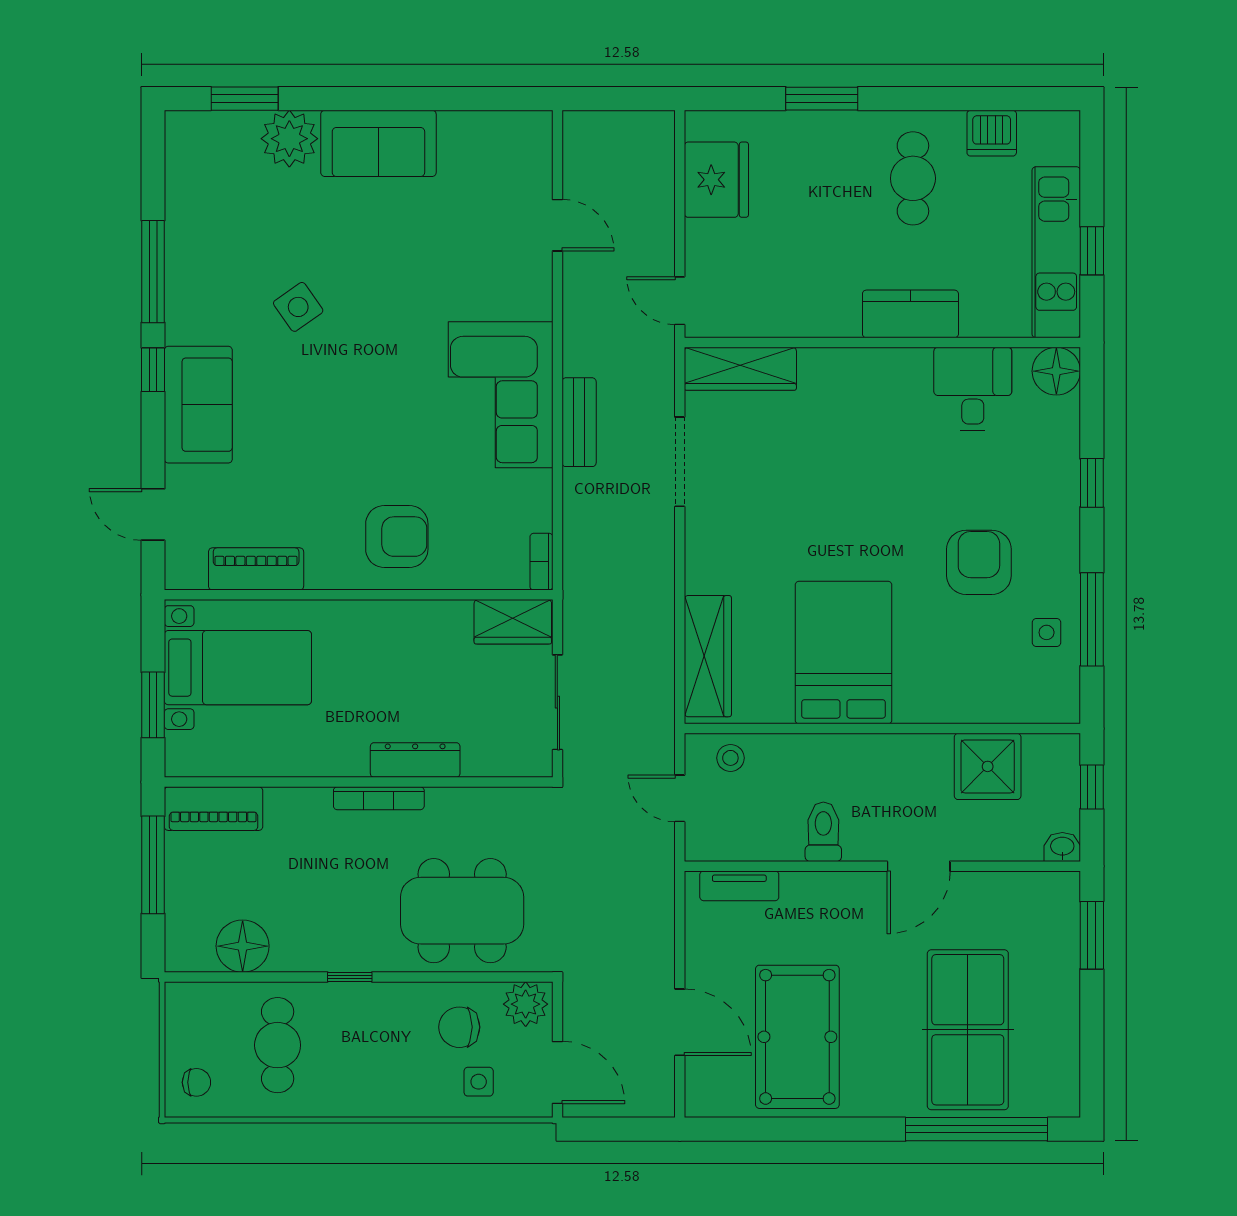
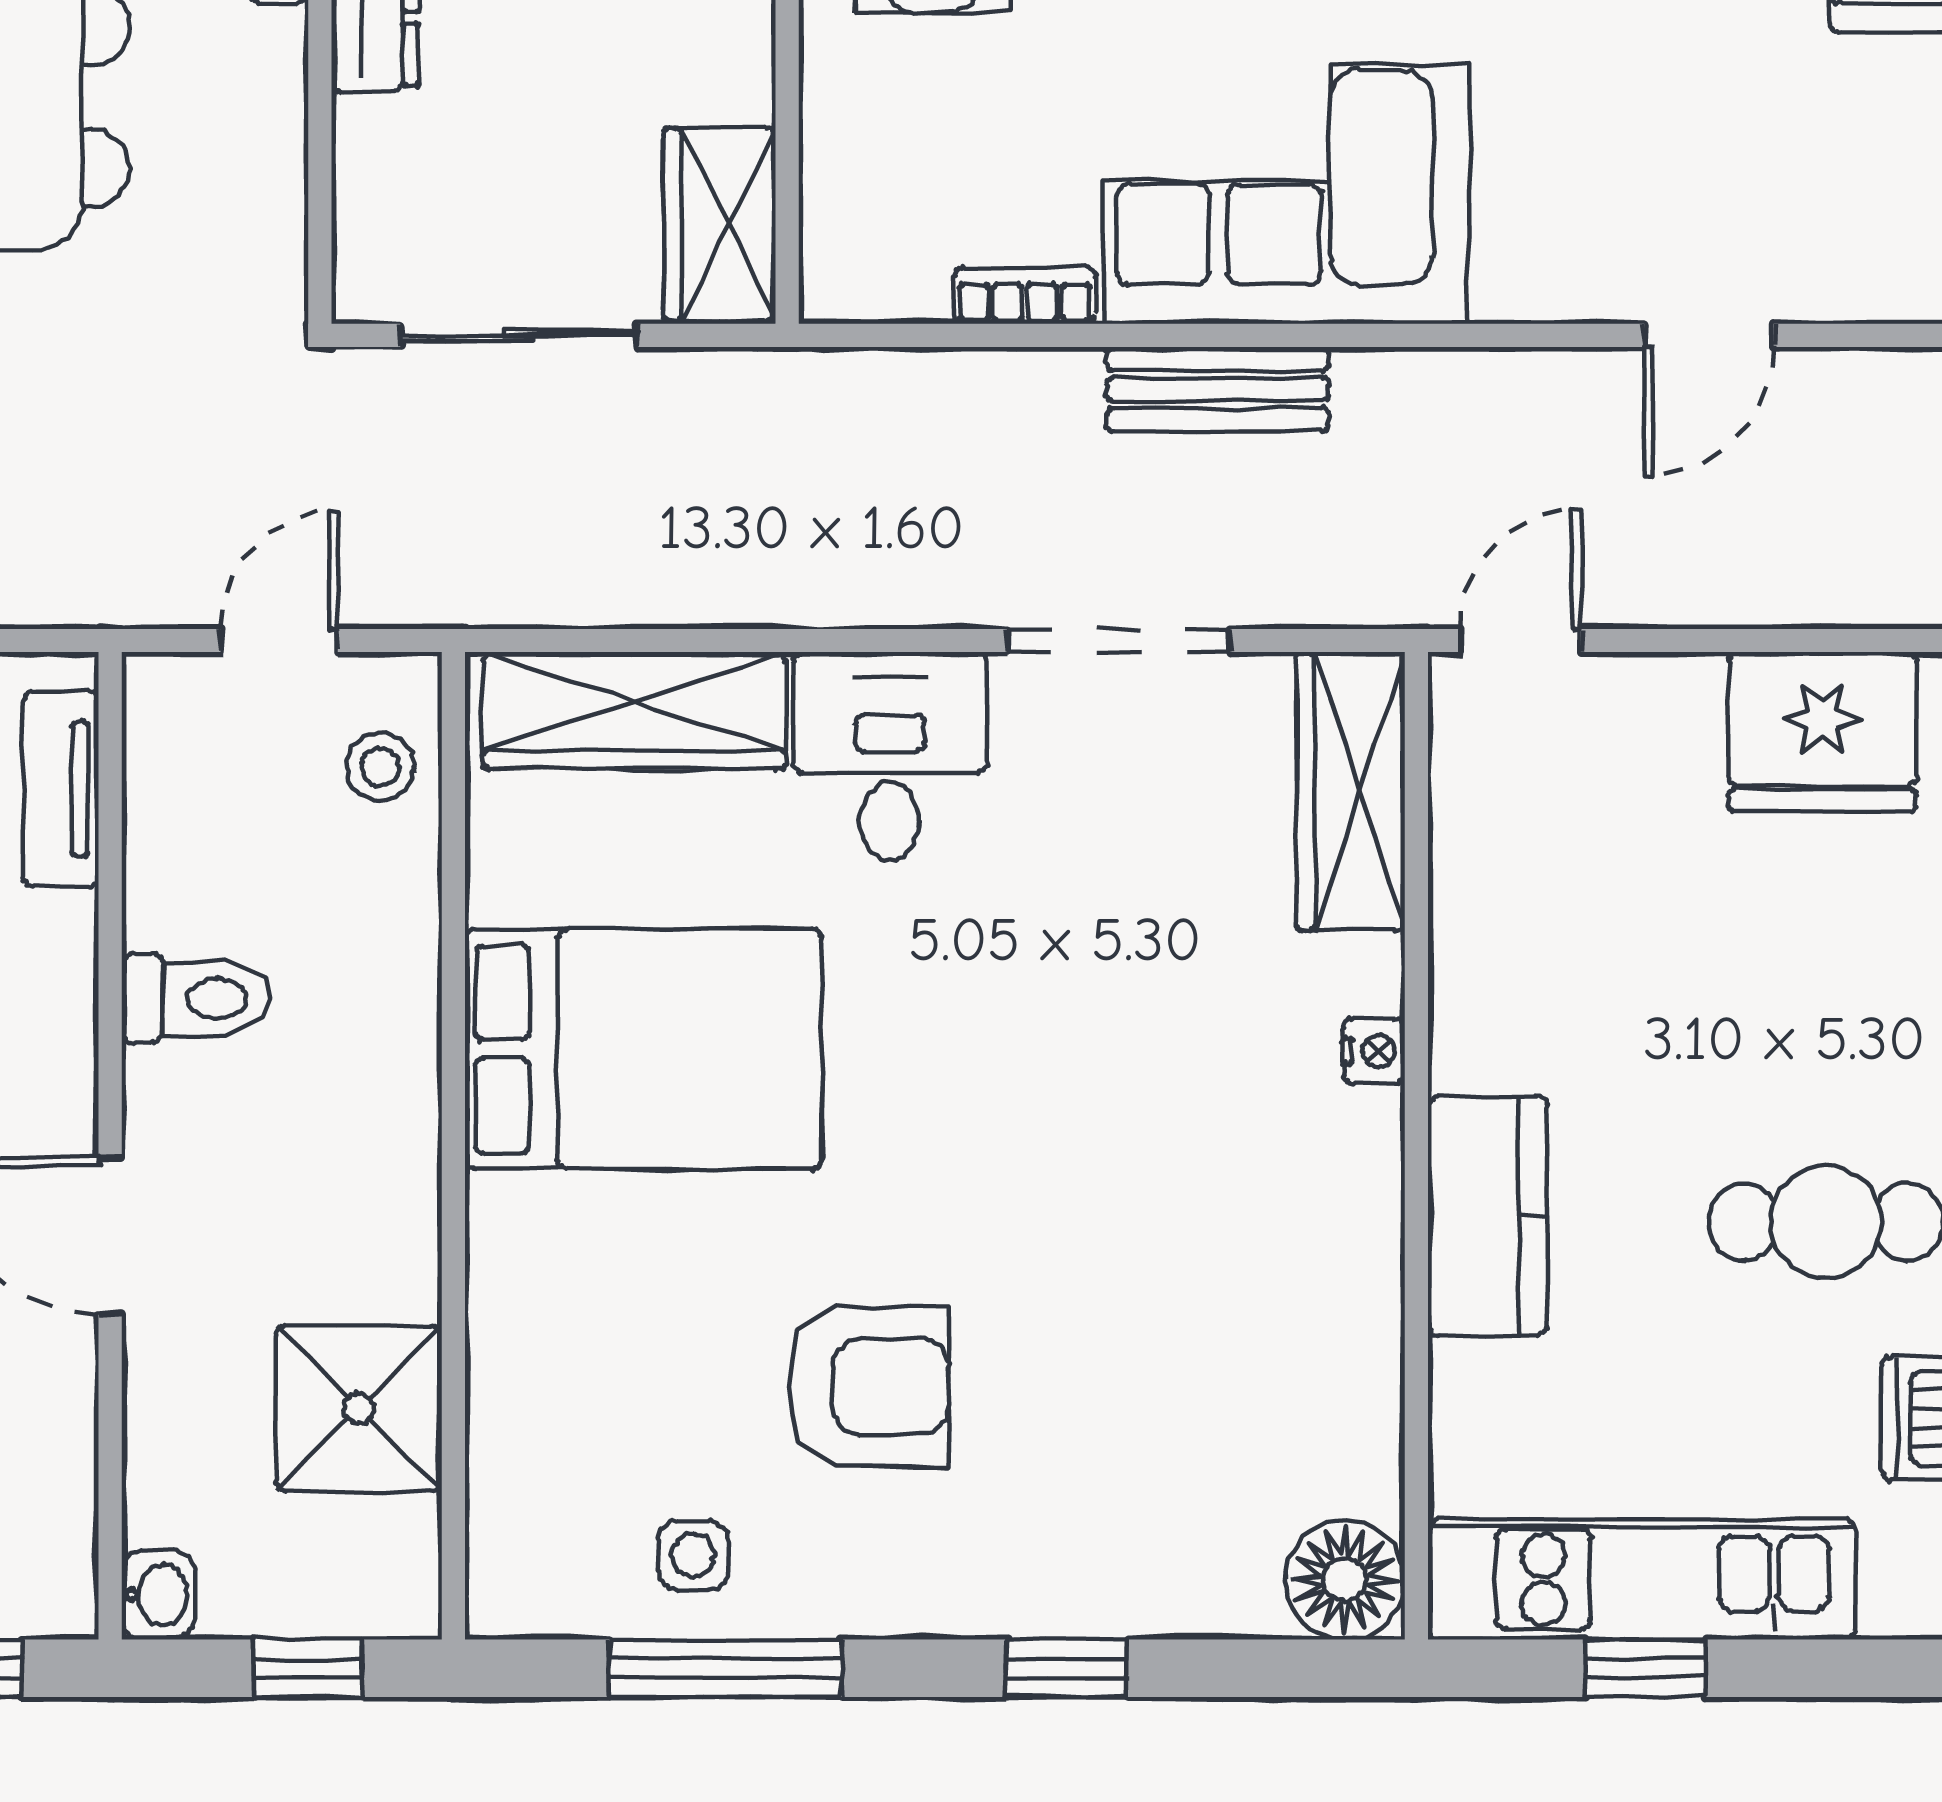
nightstand: (844, 359) -> (1374, 1051), added
desk: (973, 389) -> (890, 756), moved, turned -90
bookcase: (541, 562) -> (1025, 295), moved

